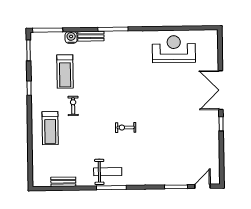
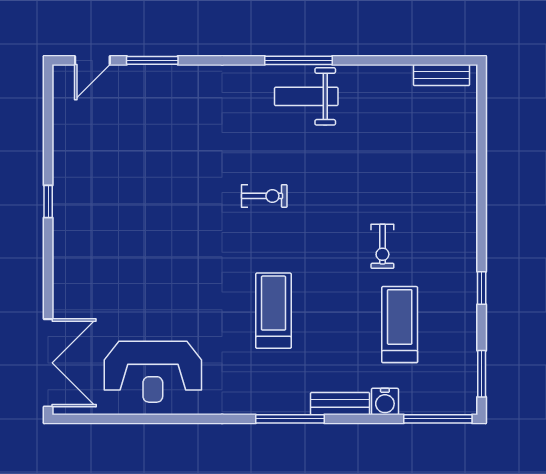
double door: (221, 90) -> (48, 363), moved
treadmill: (50, 128) -> (273, 311), moved
bench: (63, 182) -> (441, 75), moved

